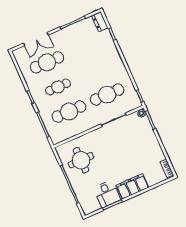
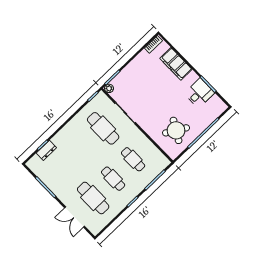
dresser: (100, 22) -> (46, 150), moved
double door: (36, 39) -> (75, 217), swing flipped
cafe table: (69, 112) -> (133, 159), width x0.73, depth x0.74
round table: (81, 160) -> (176, 130), turned 30
filing cabinet: (132, 186) -> (176, 64), moved

